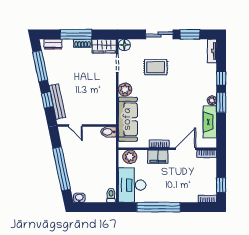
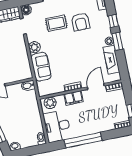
armchair: (184, 72) -> (81, 22), added
sofa: (128, 119) -> (41, 67), width x0.73

